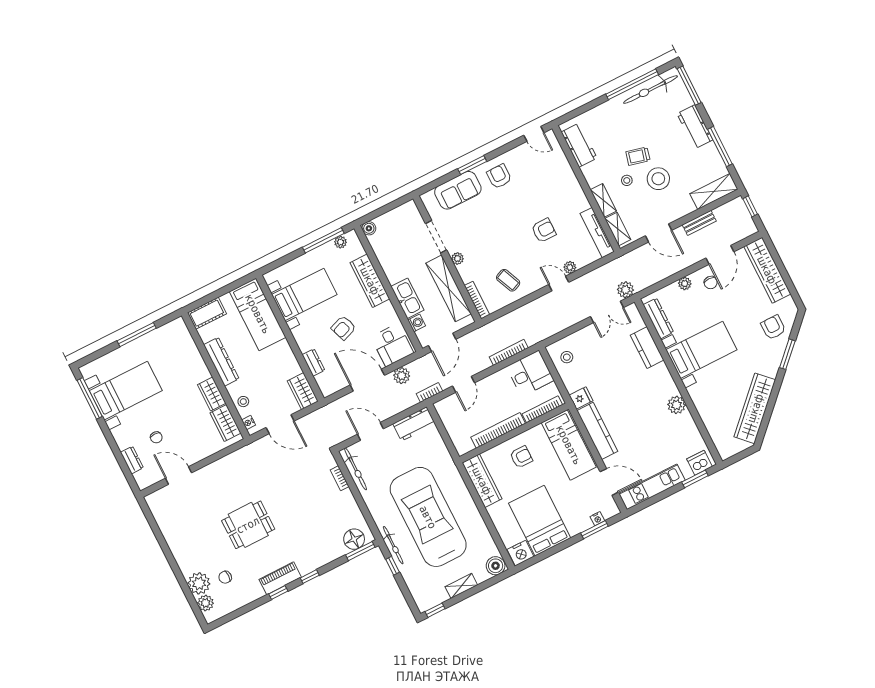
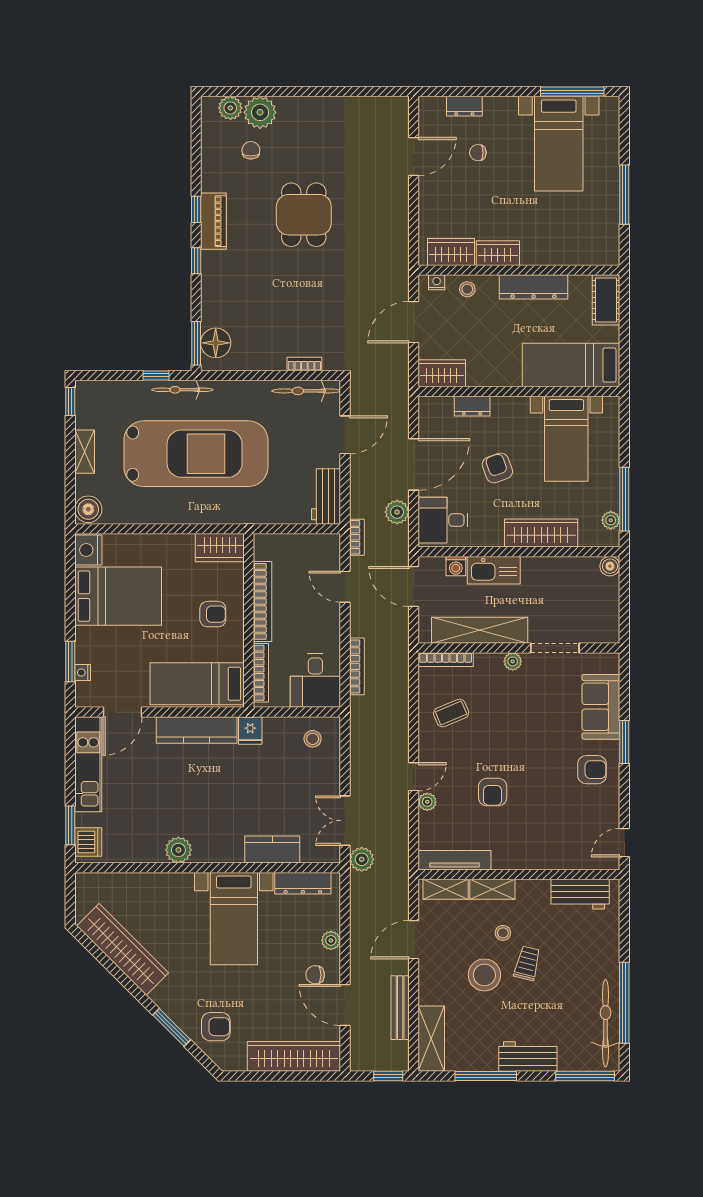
bench: (699, 223) -> (400, 1008), width x1.36
armchair: (521, 457) -> (213, 614), turned -90
wardrobe: (482, 481) -> (220, 548), width x0.67

